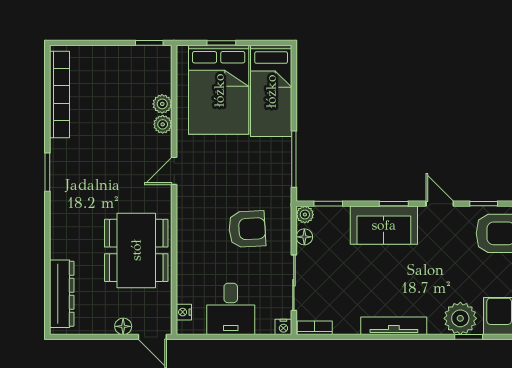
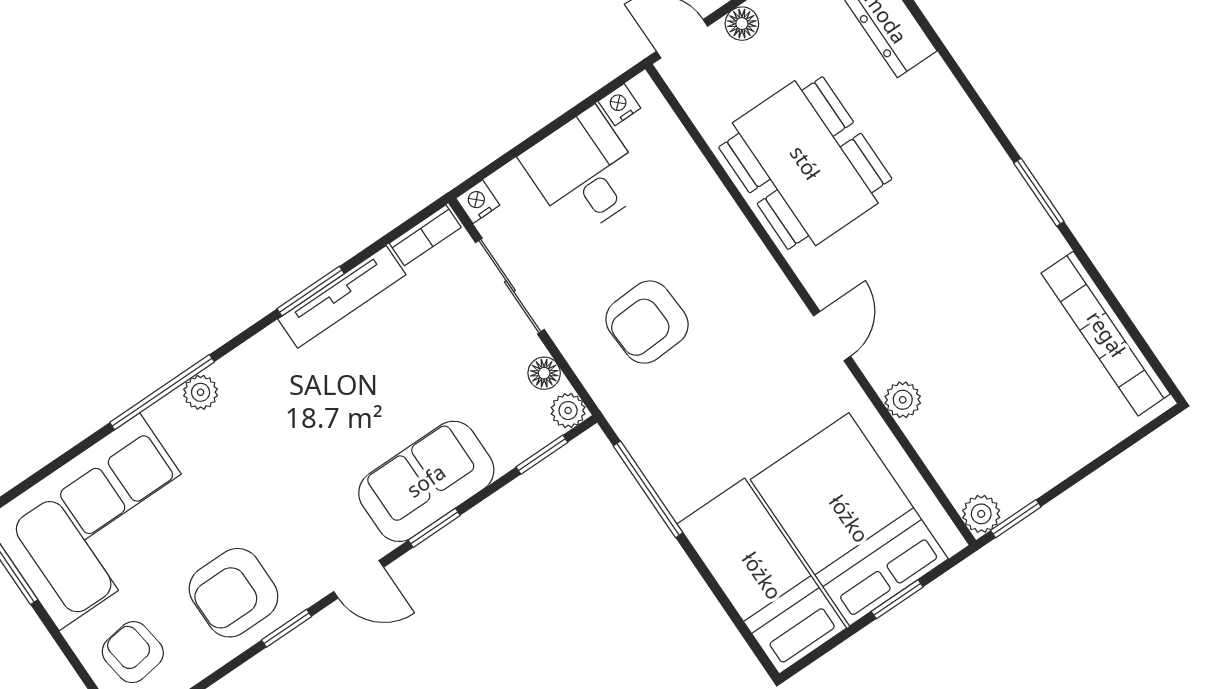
plant: (162, 104) -> (981, 514), moved
nightstand: (184, 312) -> (619, 105), moved, turned -90
plant: (460, 318) -> (201, 392), width x0.53, depth x0.53
tv unit: (394, 326) -> (342, 297), moved
window: (378, 337) -> (311, 291), added
window: (469, 337) -> (162, 392), width x2.17

